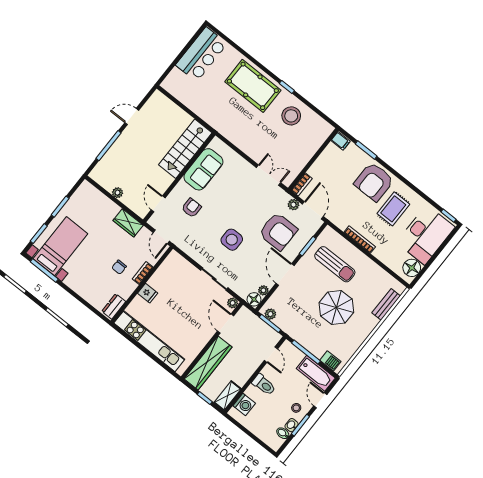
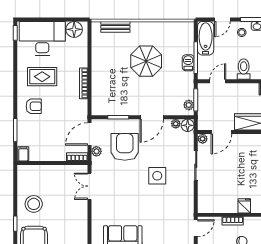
armchair: (374, 182) -> (34, 106), width x0.53, depth x0.53
armchair: (191, 208) -> (157, 223), removed
sun lounger: (335, 264) -> (116, 87), removed
barbecue: (330, 361) -> (188, 63), moved

